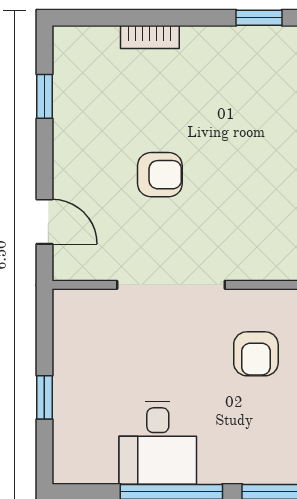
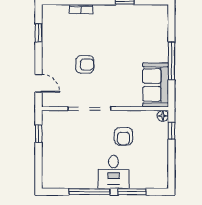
window: (44, 397) -> (39, 134), moved
desk: (158, 443) -> (114, 172), moved

